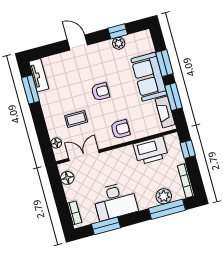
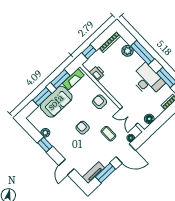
window: (118, 31) -> (45, 145), moved
door: (77, 42) -> (66, 167), moved
door: (41, 127) -> (126, 154), added
printer: (151, 150) -> (97, 73), width x0.53, depth x0.68
window: (167, 209) -> (143, 53), moved

